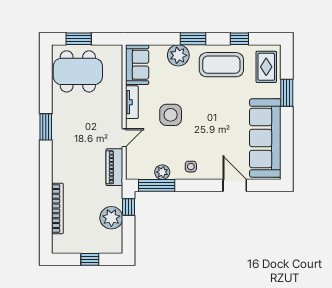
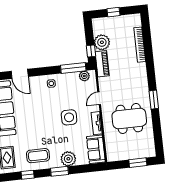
coffee table: (221, 65) -> (38, 156), width x0.73, depth x0.76
dining table: (78, 71) -> (129, 118), moved
piano: (114, 167) -> (102, 64), moved
plant: (162, 172) -> (84, 76), moved

